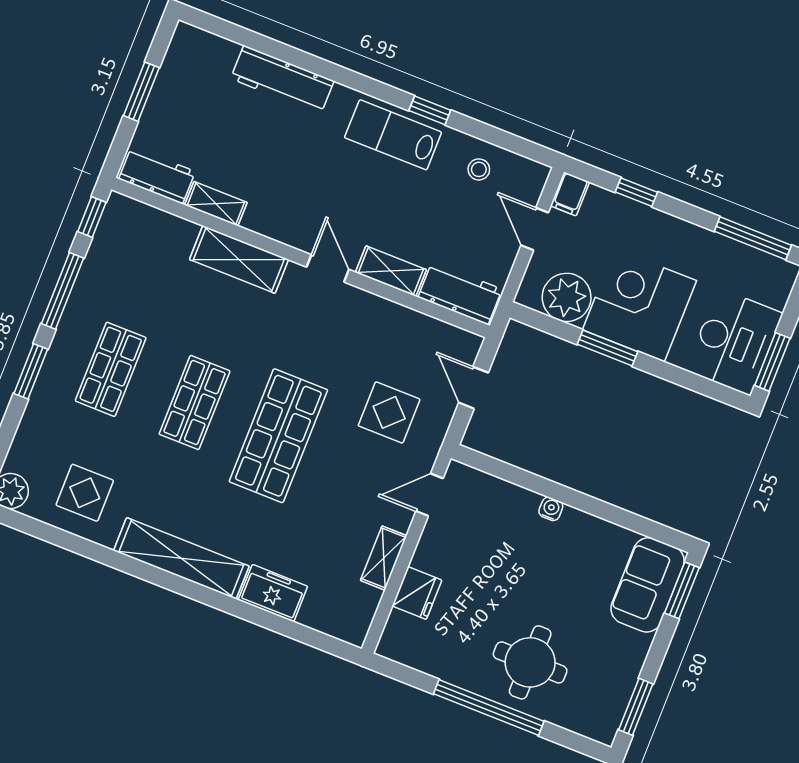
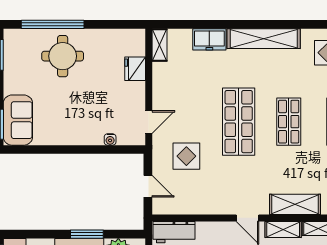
shelving: (391, 271) -> (283, 229), moved
water cooler: (551, 509) -> (110, 139), moved
shelving: (384, 558) -> (159, 45), moved
window: (489, 708) -> (53, 24), moved

